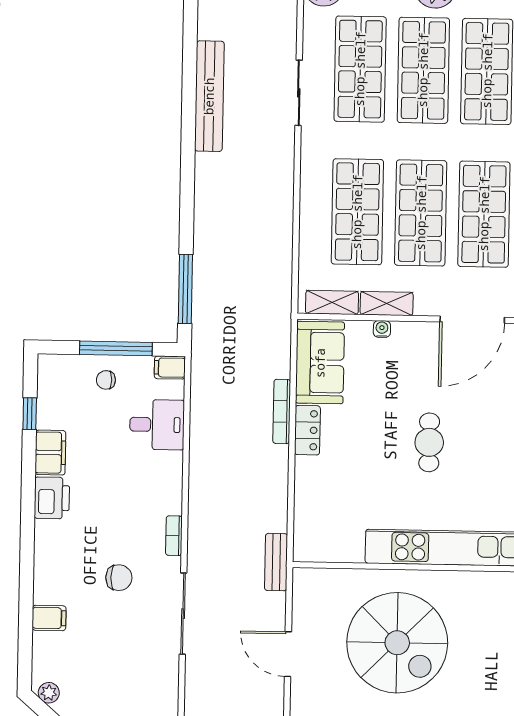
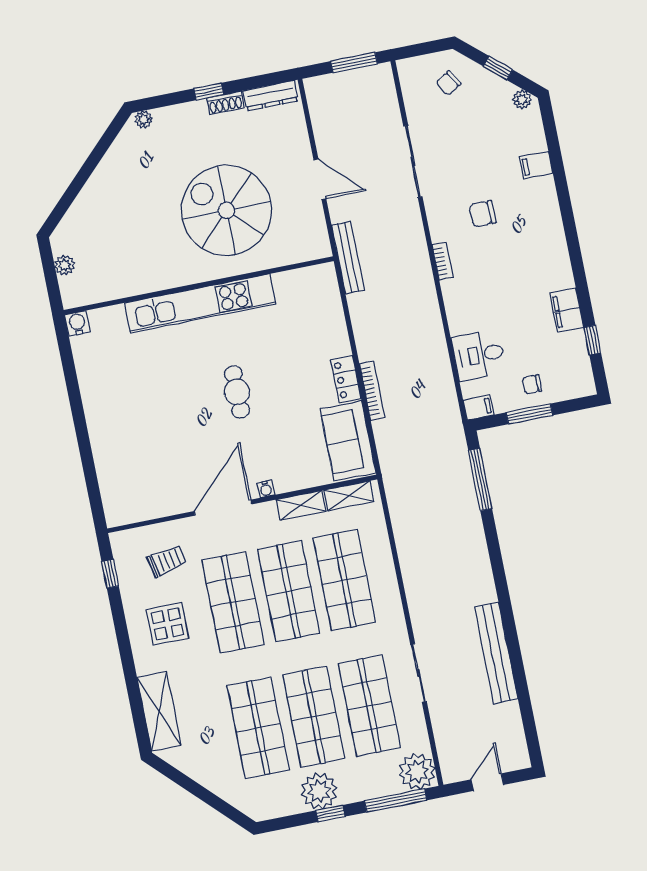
water cooler: (382, 329) -> (266, 489), moved
window: (116, 348) -> (529, 414), width x0.69
chair: (106, 380) -> (532, 384), turned 180
printer: (52, 498) -> (557, 271), removed
bench: (276, 562) -> (348, 258), width x1.36
sliding door: (183, 614) -> (413, 161), moved

